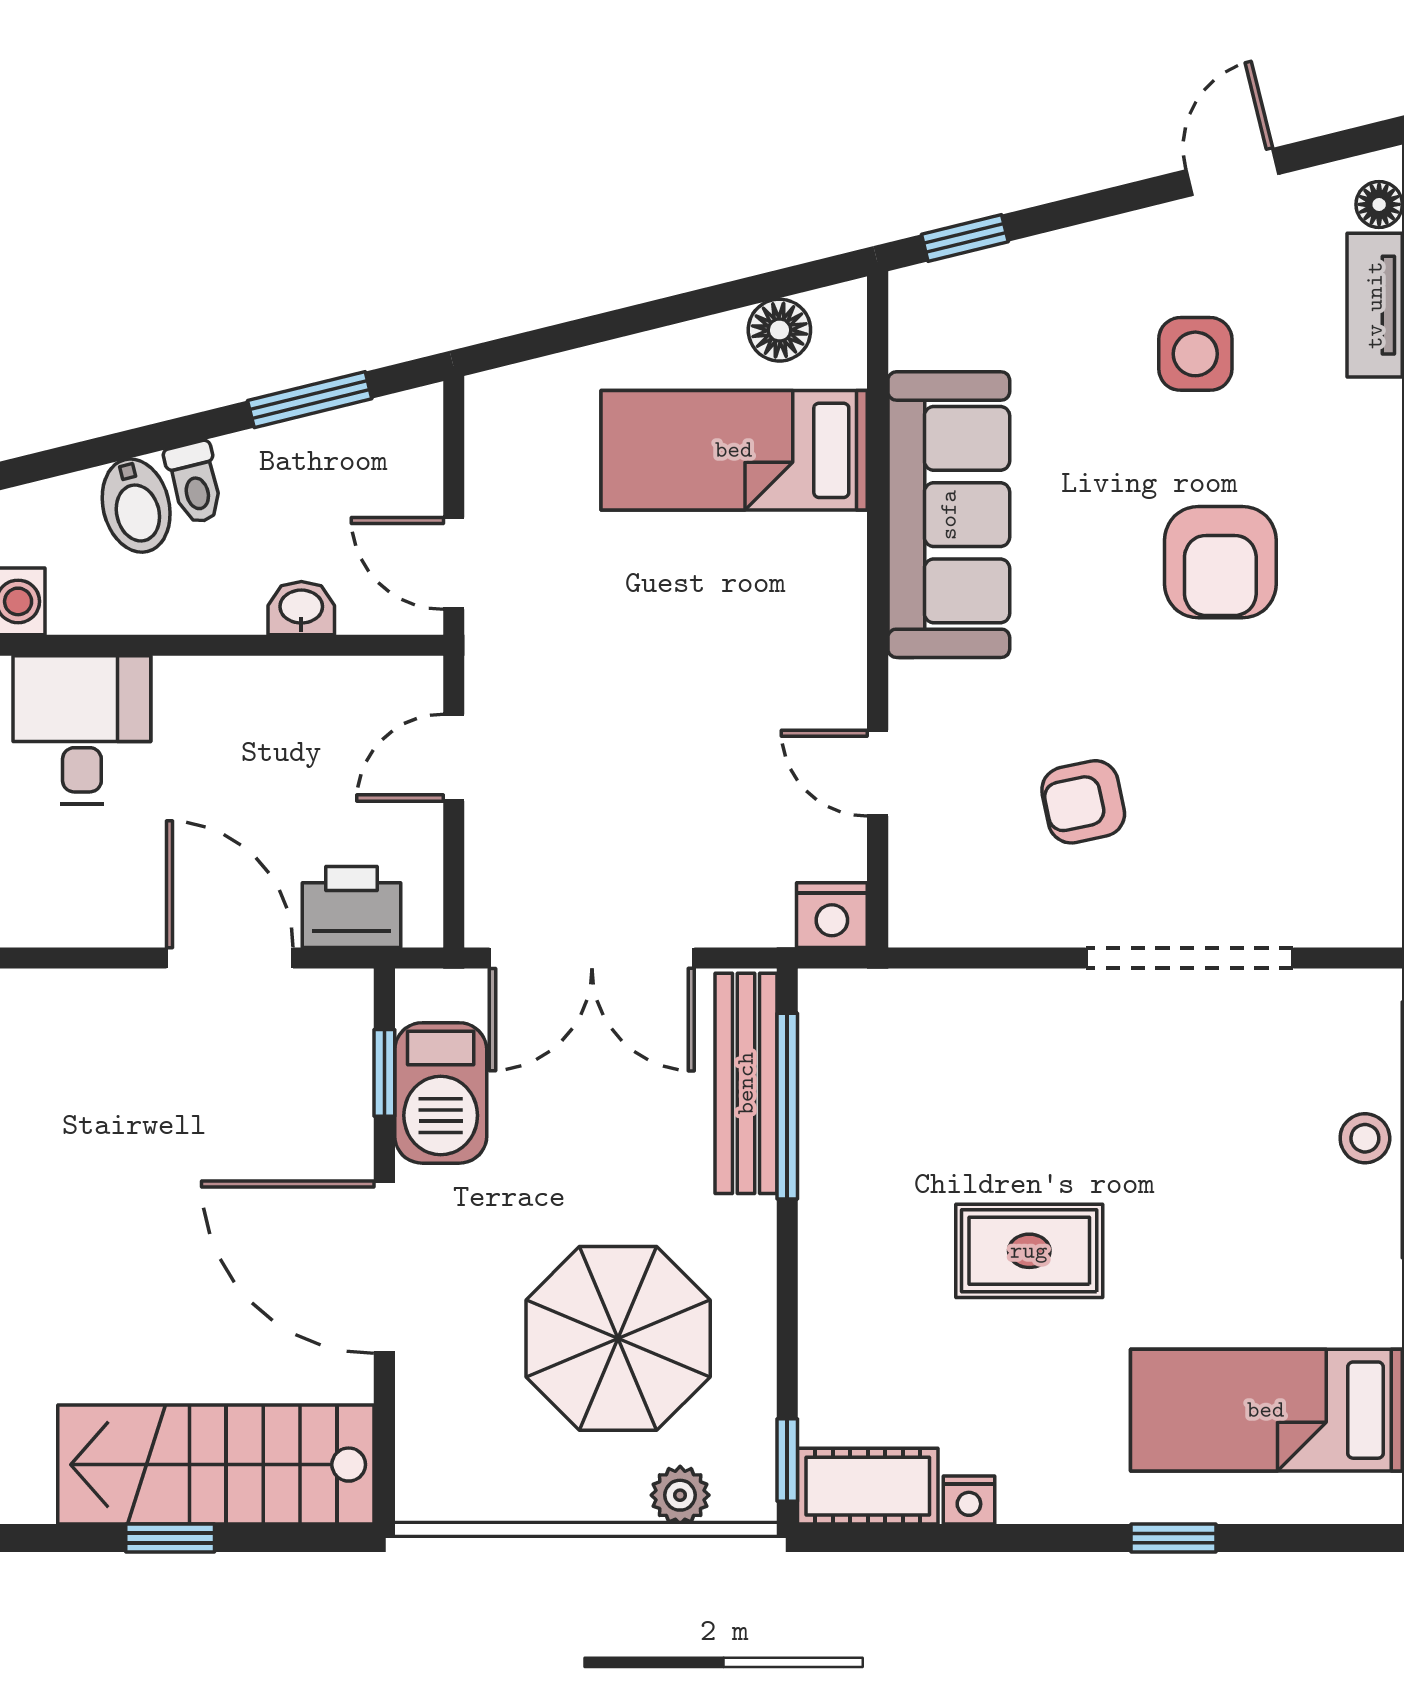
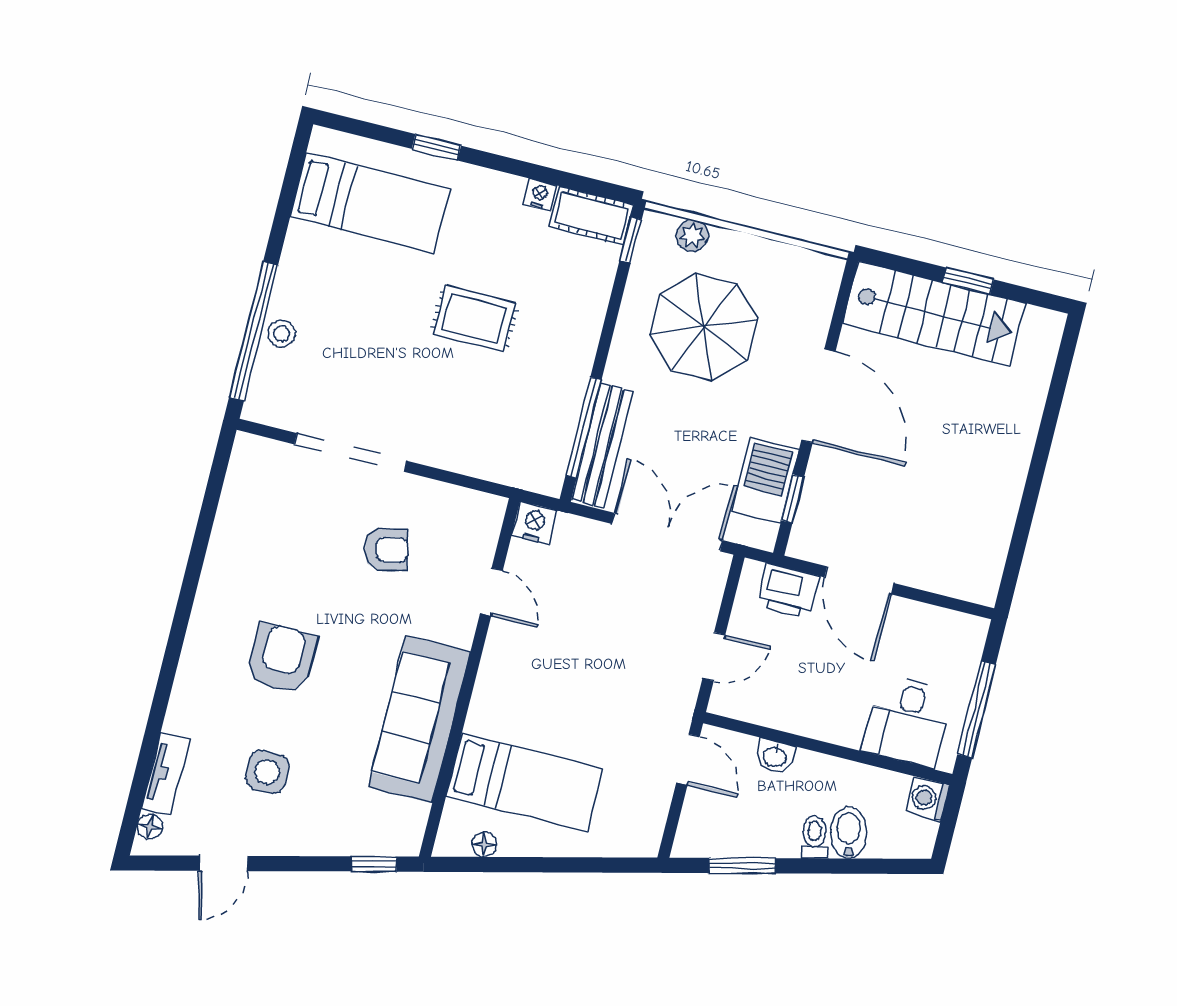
floor lamp: (779, 330) -> (484, 844), width x0.73, depth x0.73

